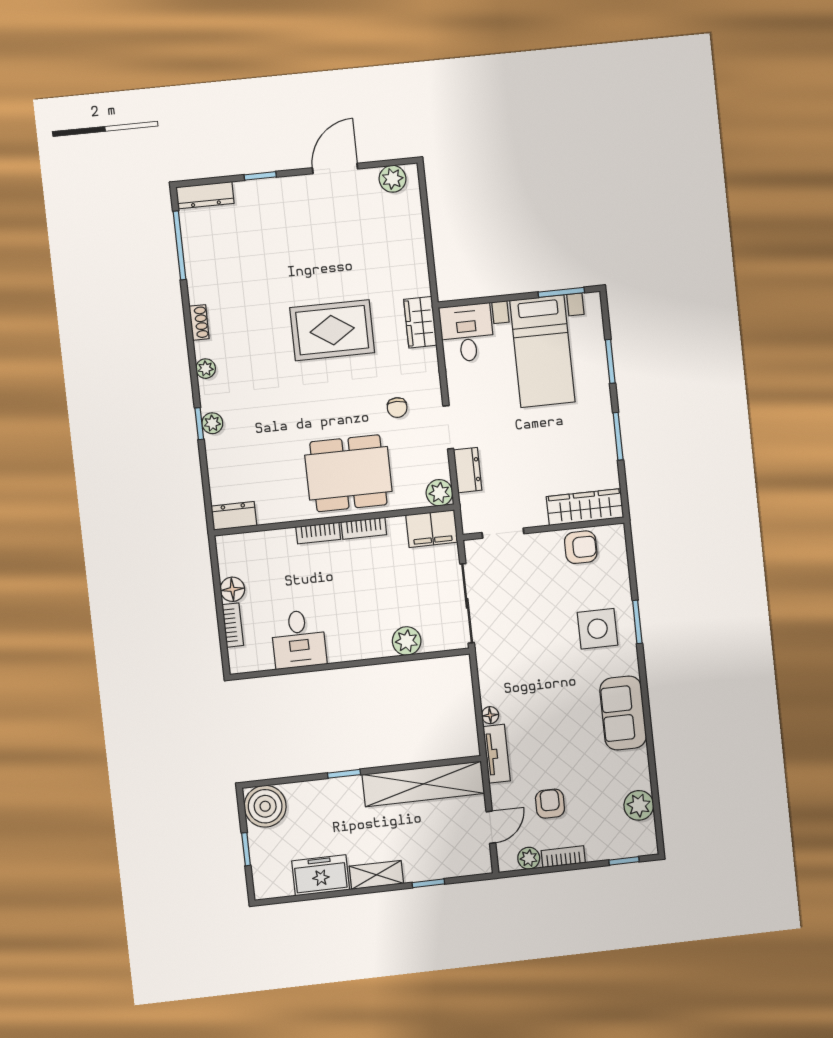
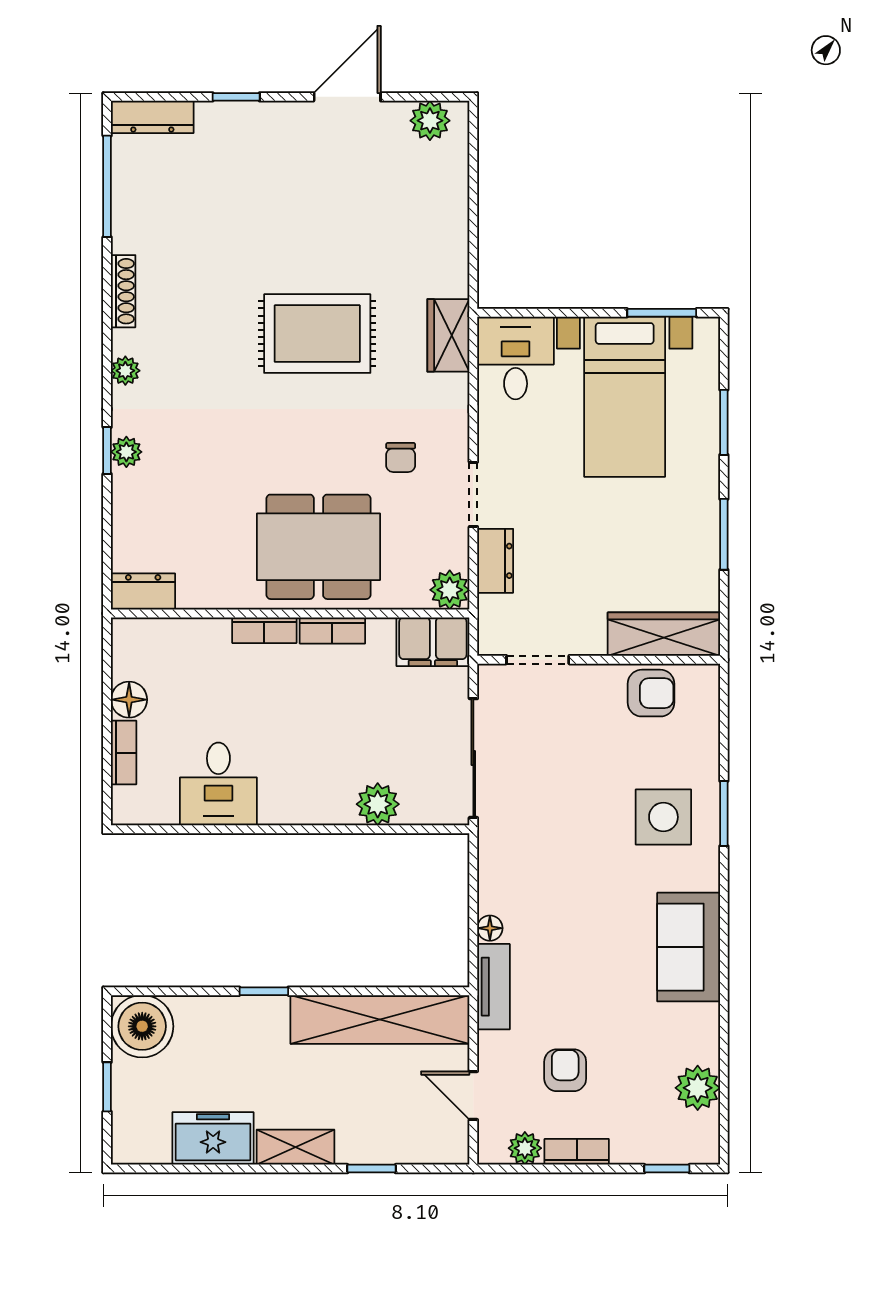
shoe rack: (199, 322) -> (123, 291), width x1.43
door: (491, 827) -> (473, 1095), swing flipped

